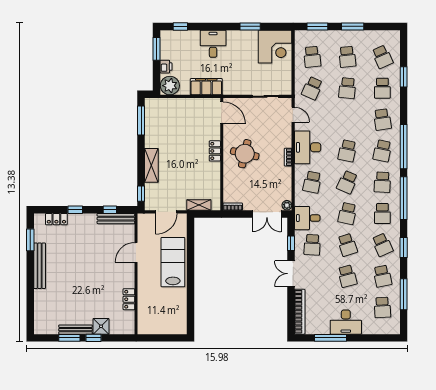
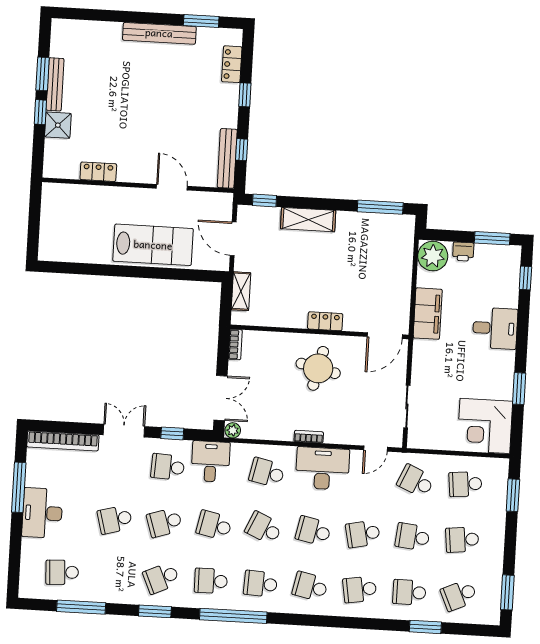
window: (353, 26) -> (507, 592), moved
window: (404, 147) -> (315, 621), removed
double door: (267, 214) -> (221, 398), swing flipped
school desk: (382, 276) -> (363, 534), moved

